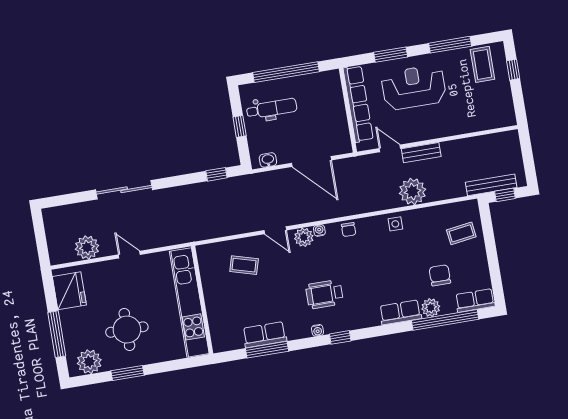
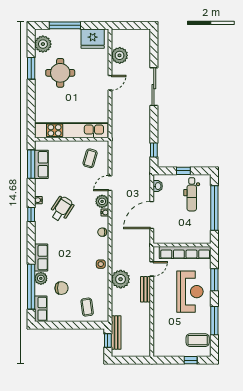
wheelchair: (324, 294) -> (62, 209), turned 33
wall: (202, 300) -> (72, 139), moved
kitchen unit: (189, 302) -> (71, 130), moved

